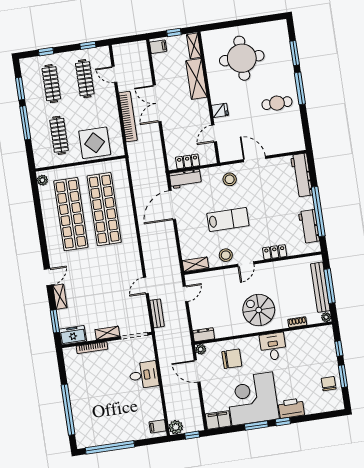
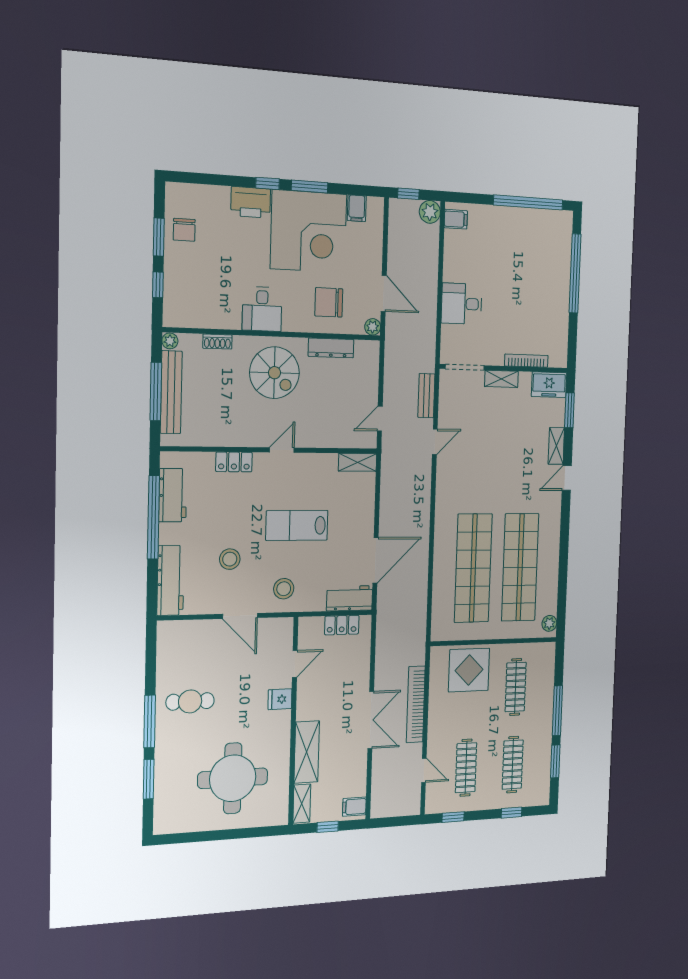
stool: (226, 255) -> (230, 559), moved
dresser: (204, 335) -> (331, 348), moved, width x1.44
filing cabinet: (218, 420) -> (357, 208), width x0.50

